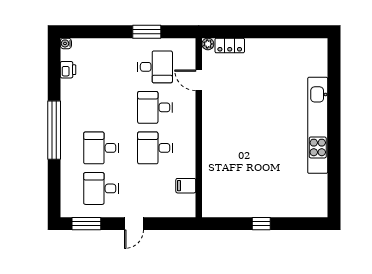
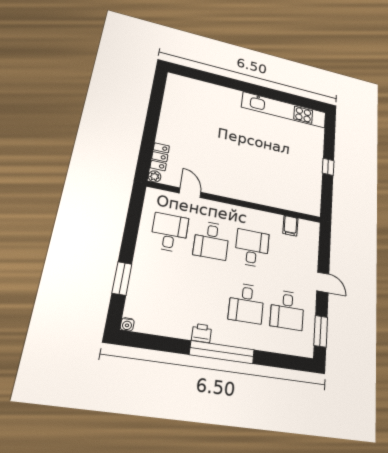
window: (147, 32) -> (122, 278), moved
printer: (68, 70) -> (202, 333), moved
door: (199, 80) -> (190, 193), swing flipped
kitchen unit: (318, 125) -> (284, 110), moved
desk: (155, 148) -> (252, 248), turned 180

